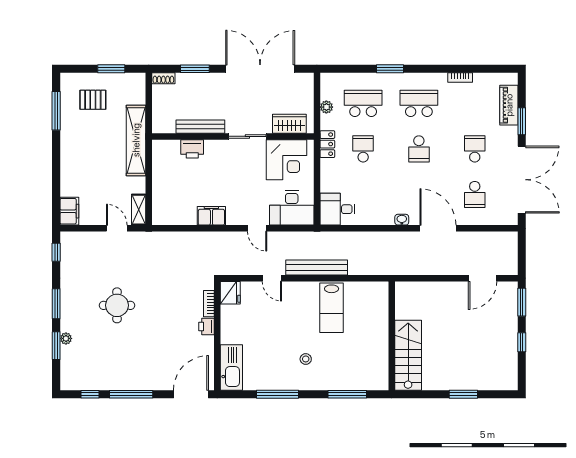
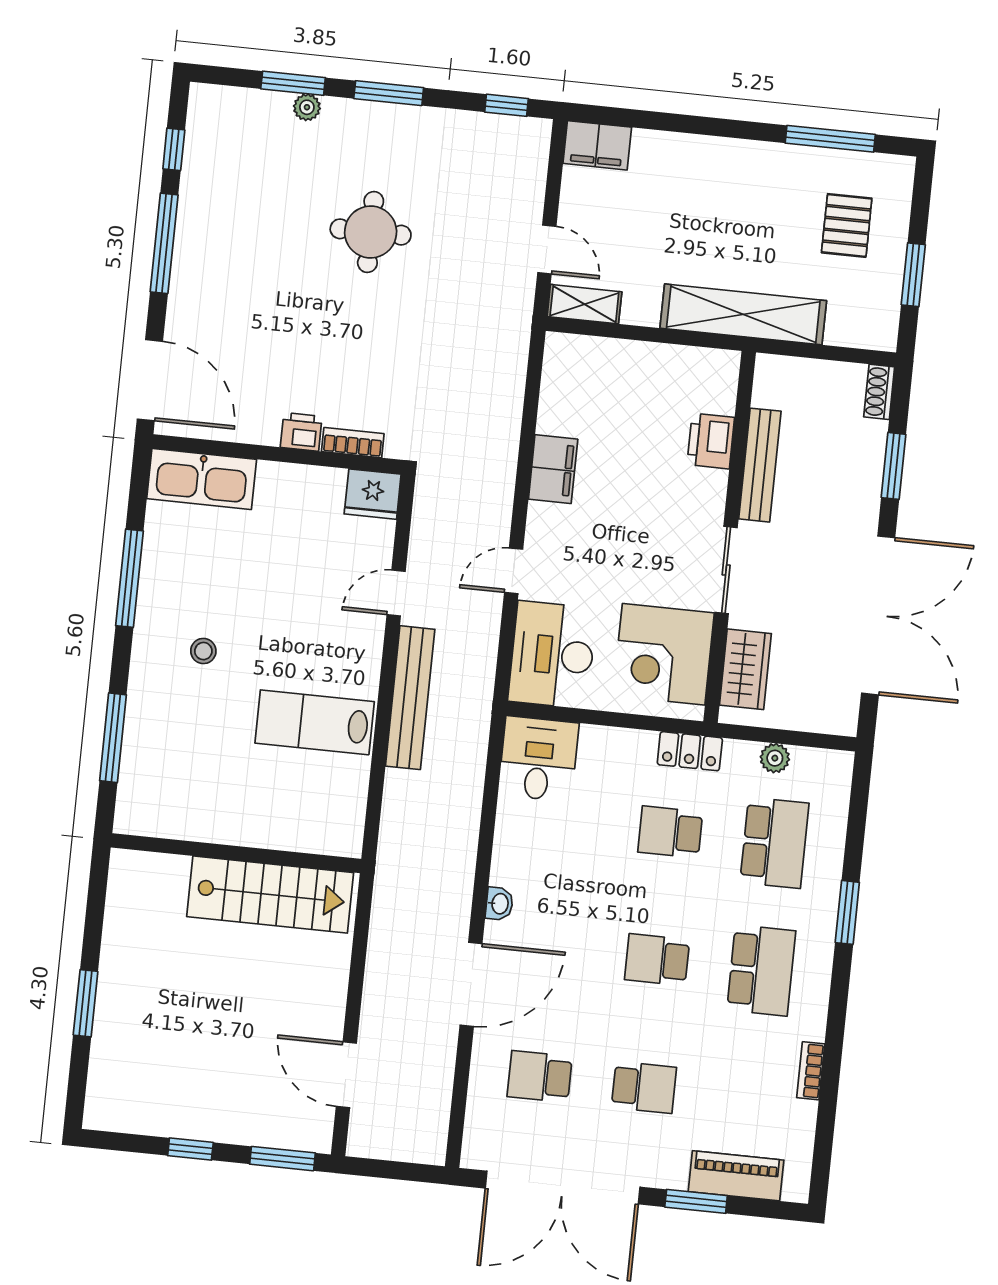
school desk: (363, 149) -> (670, 832), turned 180
door: (117, 228) -> (547, 249), hinge flipped
stairs: (408, 355) -> (270, 895), moved

